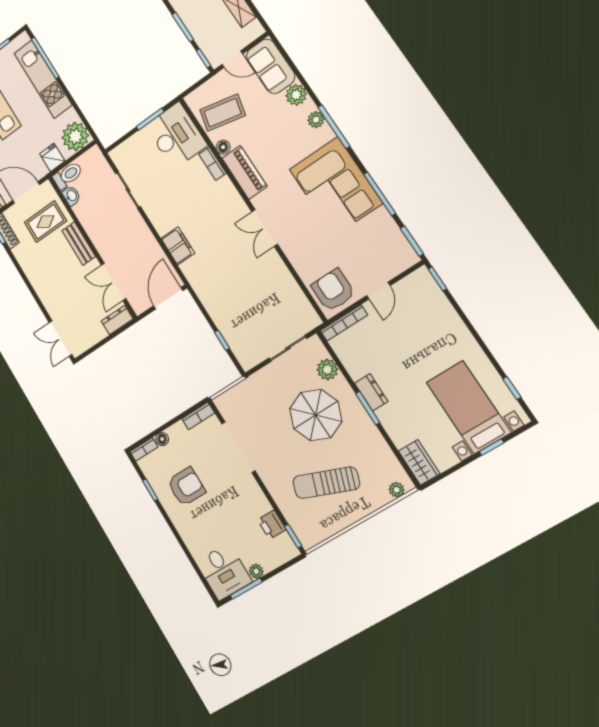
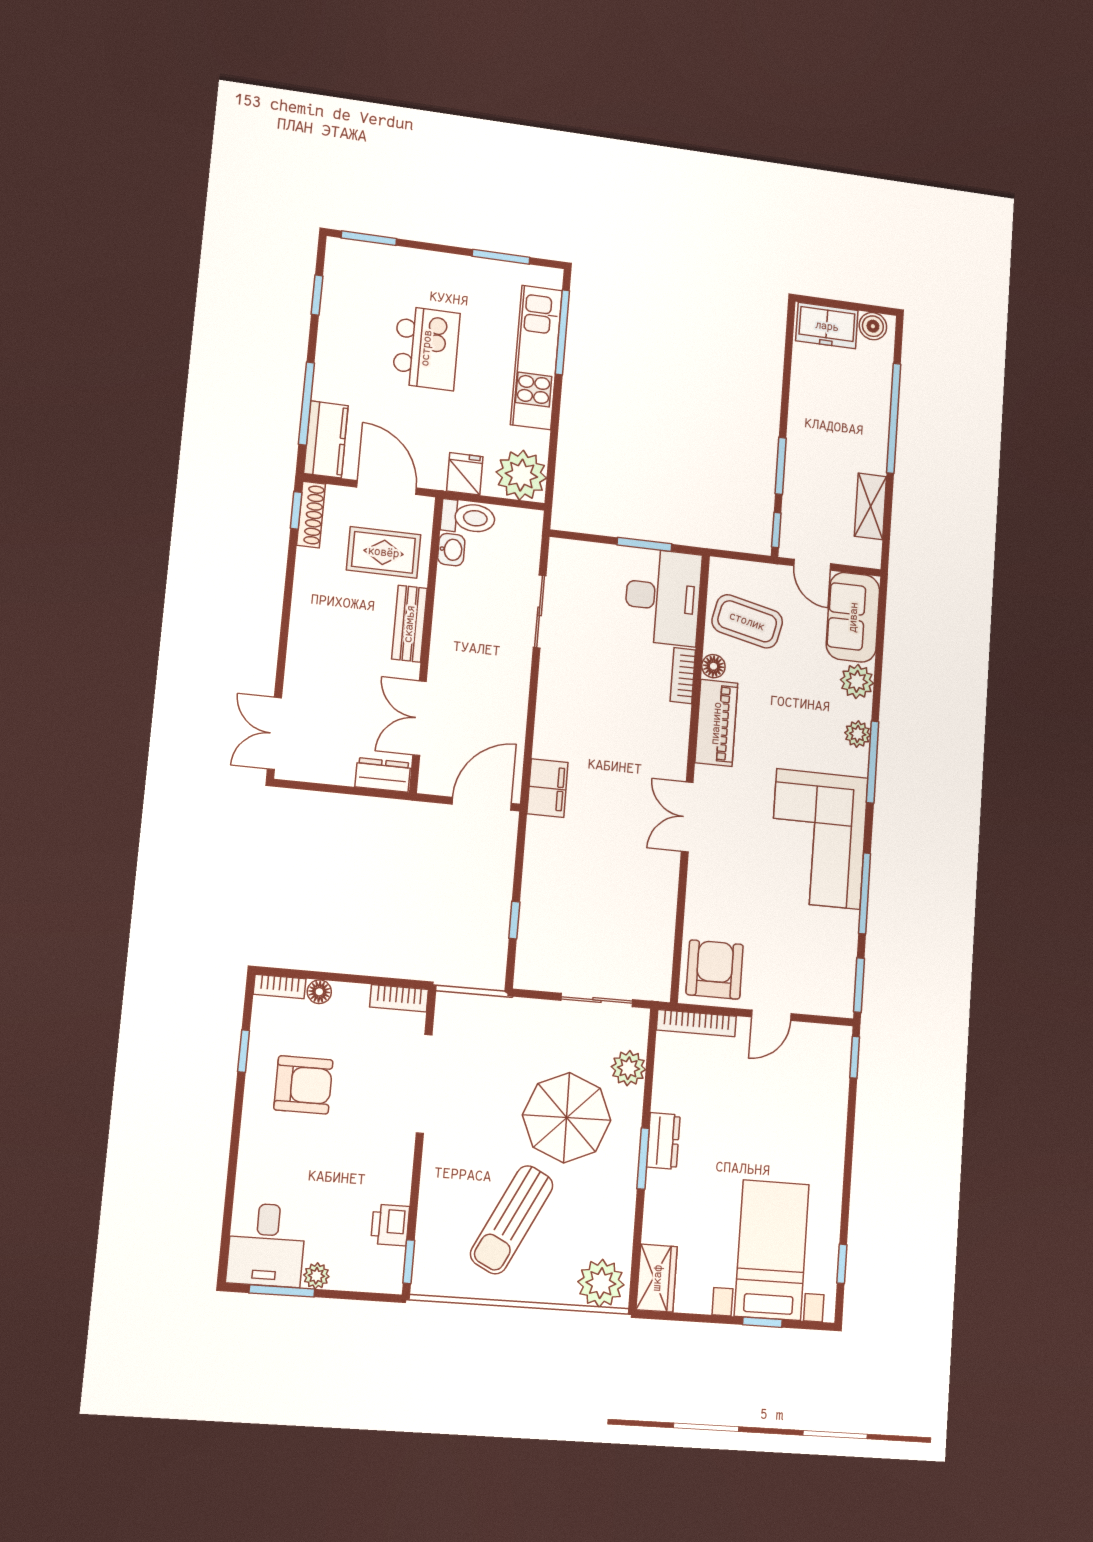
filing cabinet: (178, 246) -> (547, 788), moved
sun lounger: (326, 483) -> (512, 1220), turned -83
plant: (397, 490) -> (601, 1283), width x1.88, depth x1.88

